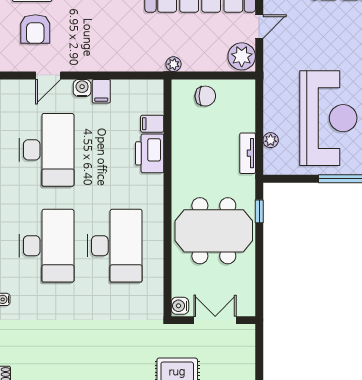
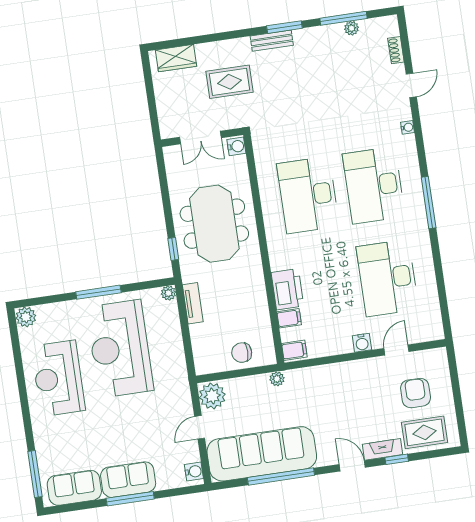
filing cabinet: (101, 91) -> (294, 350), moved, turned 90
plant: (271, 140) -> (169, 293), moved
meeting table: (214, 231) -> (214, 224), turned 90

